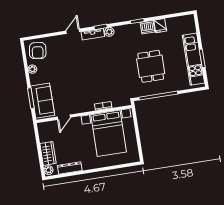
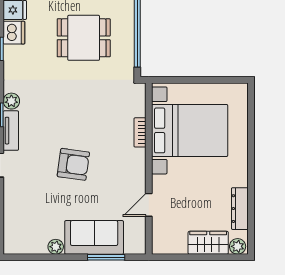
armchair: (38, 51) -> (73, 164), moved
sofa: (43, 101) -> (94, 237), moved
door: (64, 117) -> (149, 205), swing flipped

